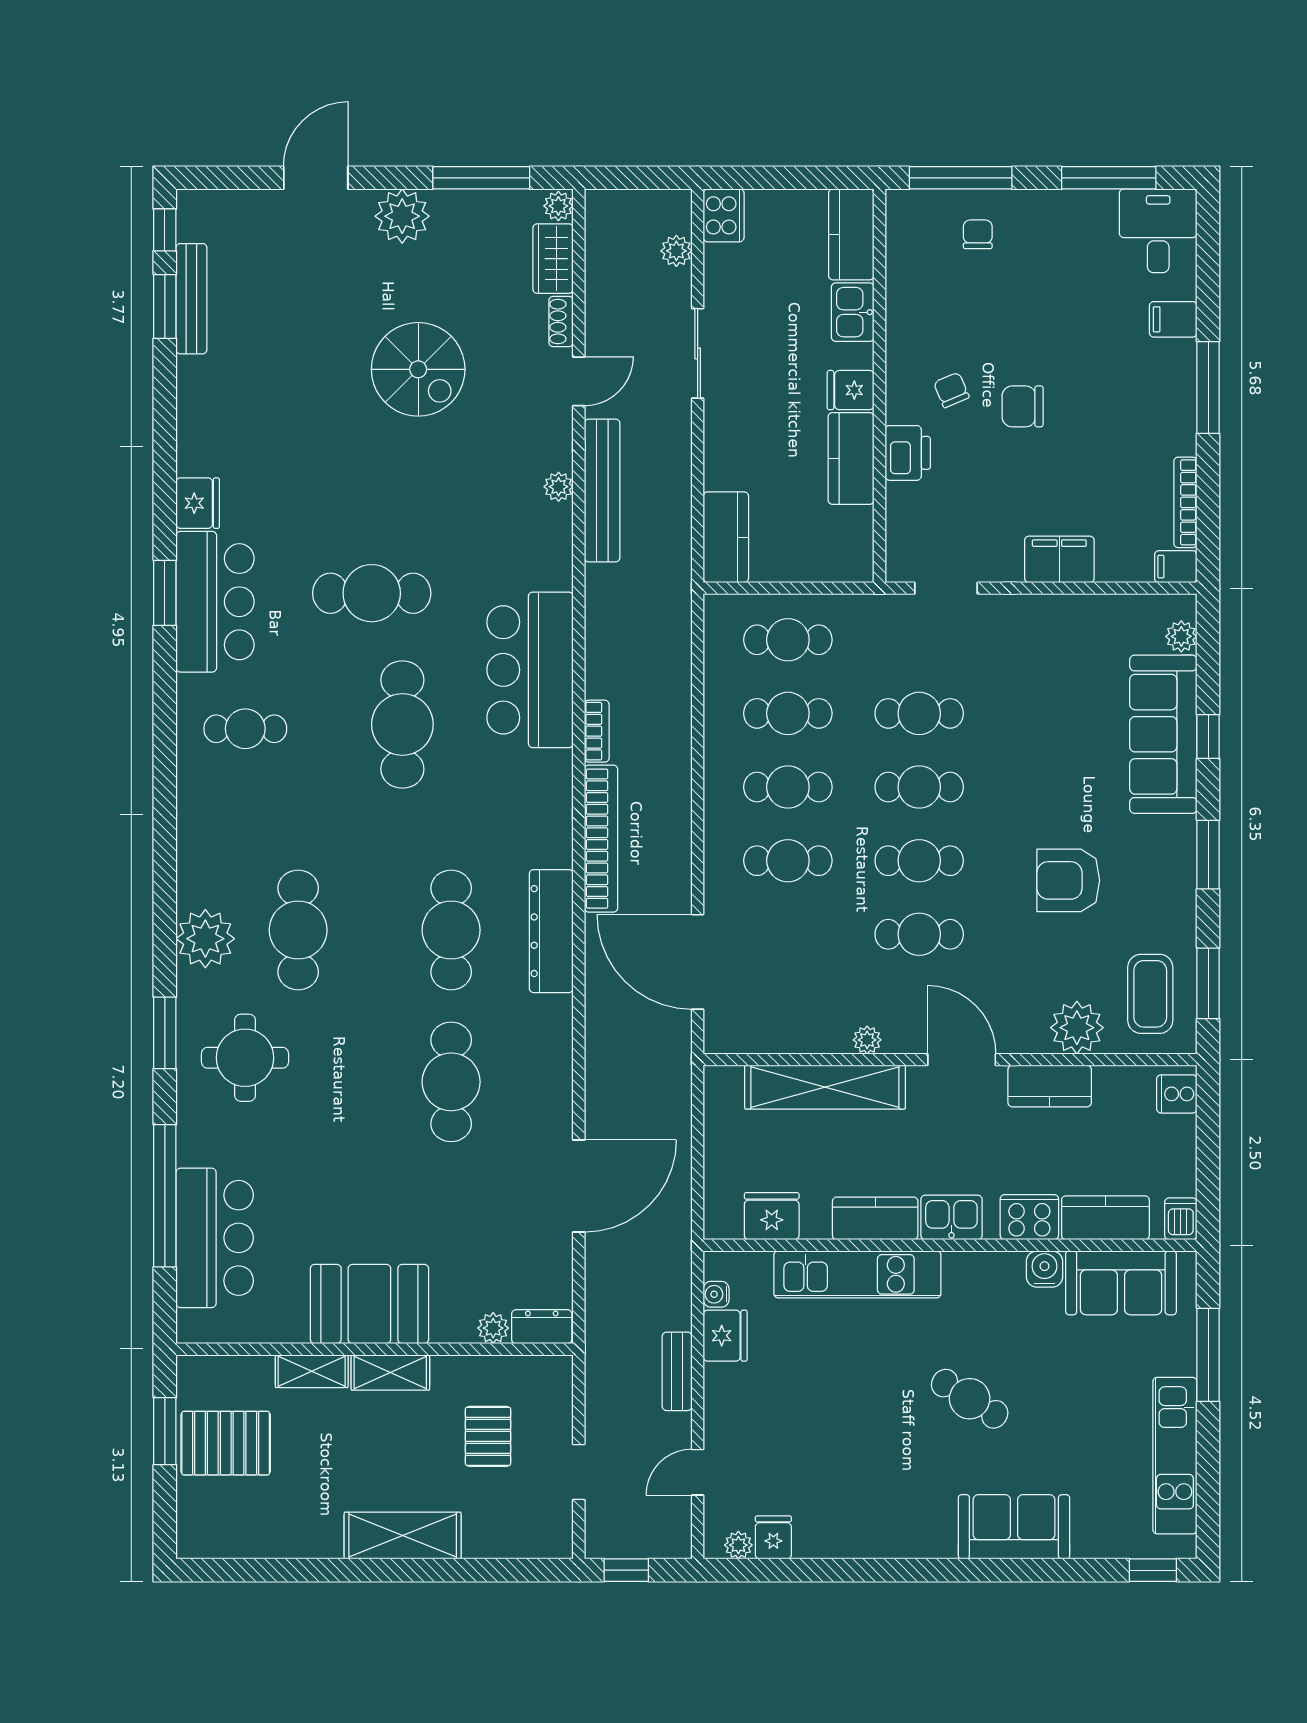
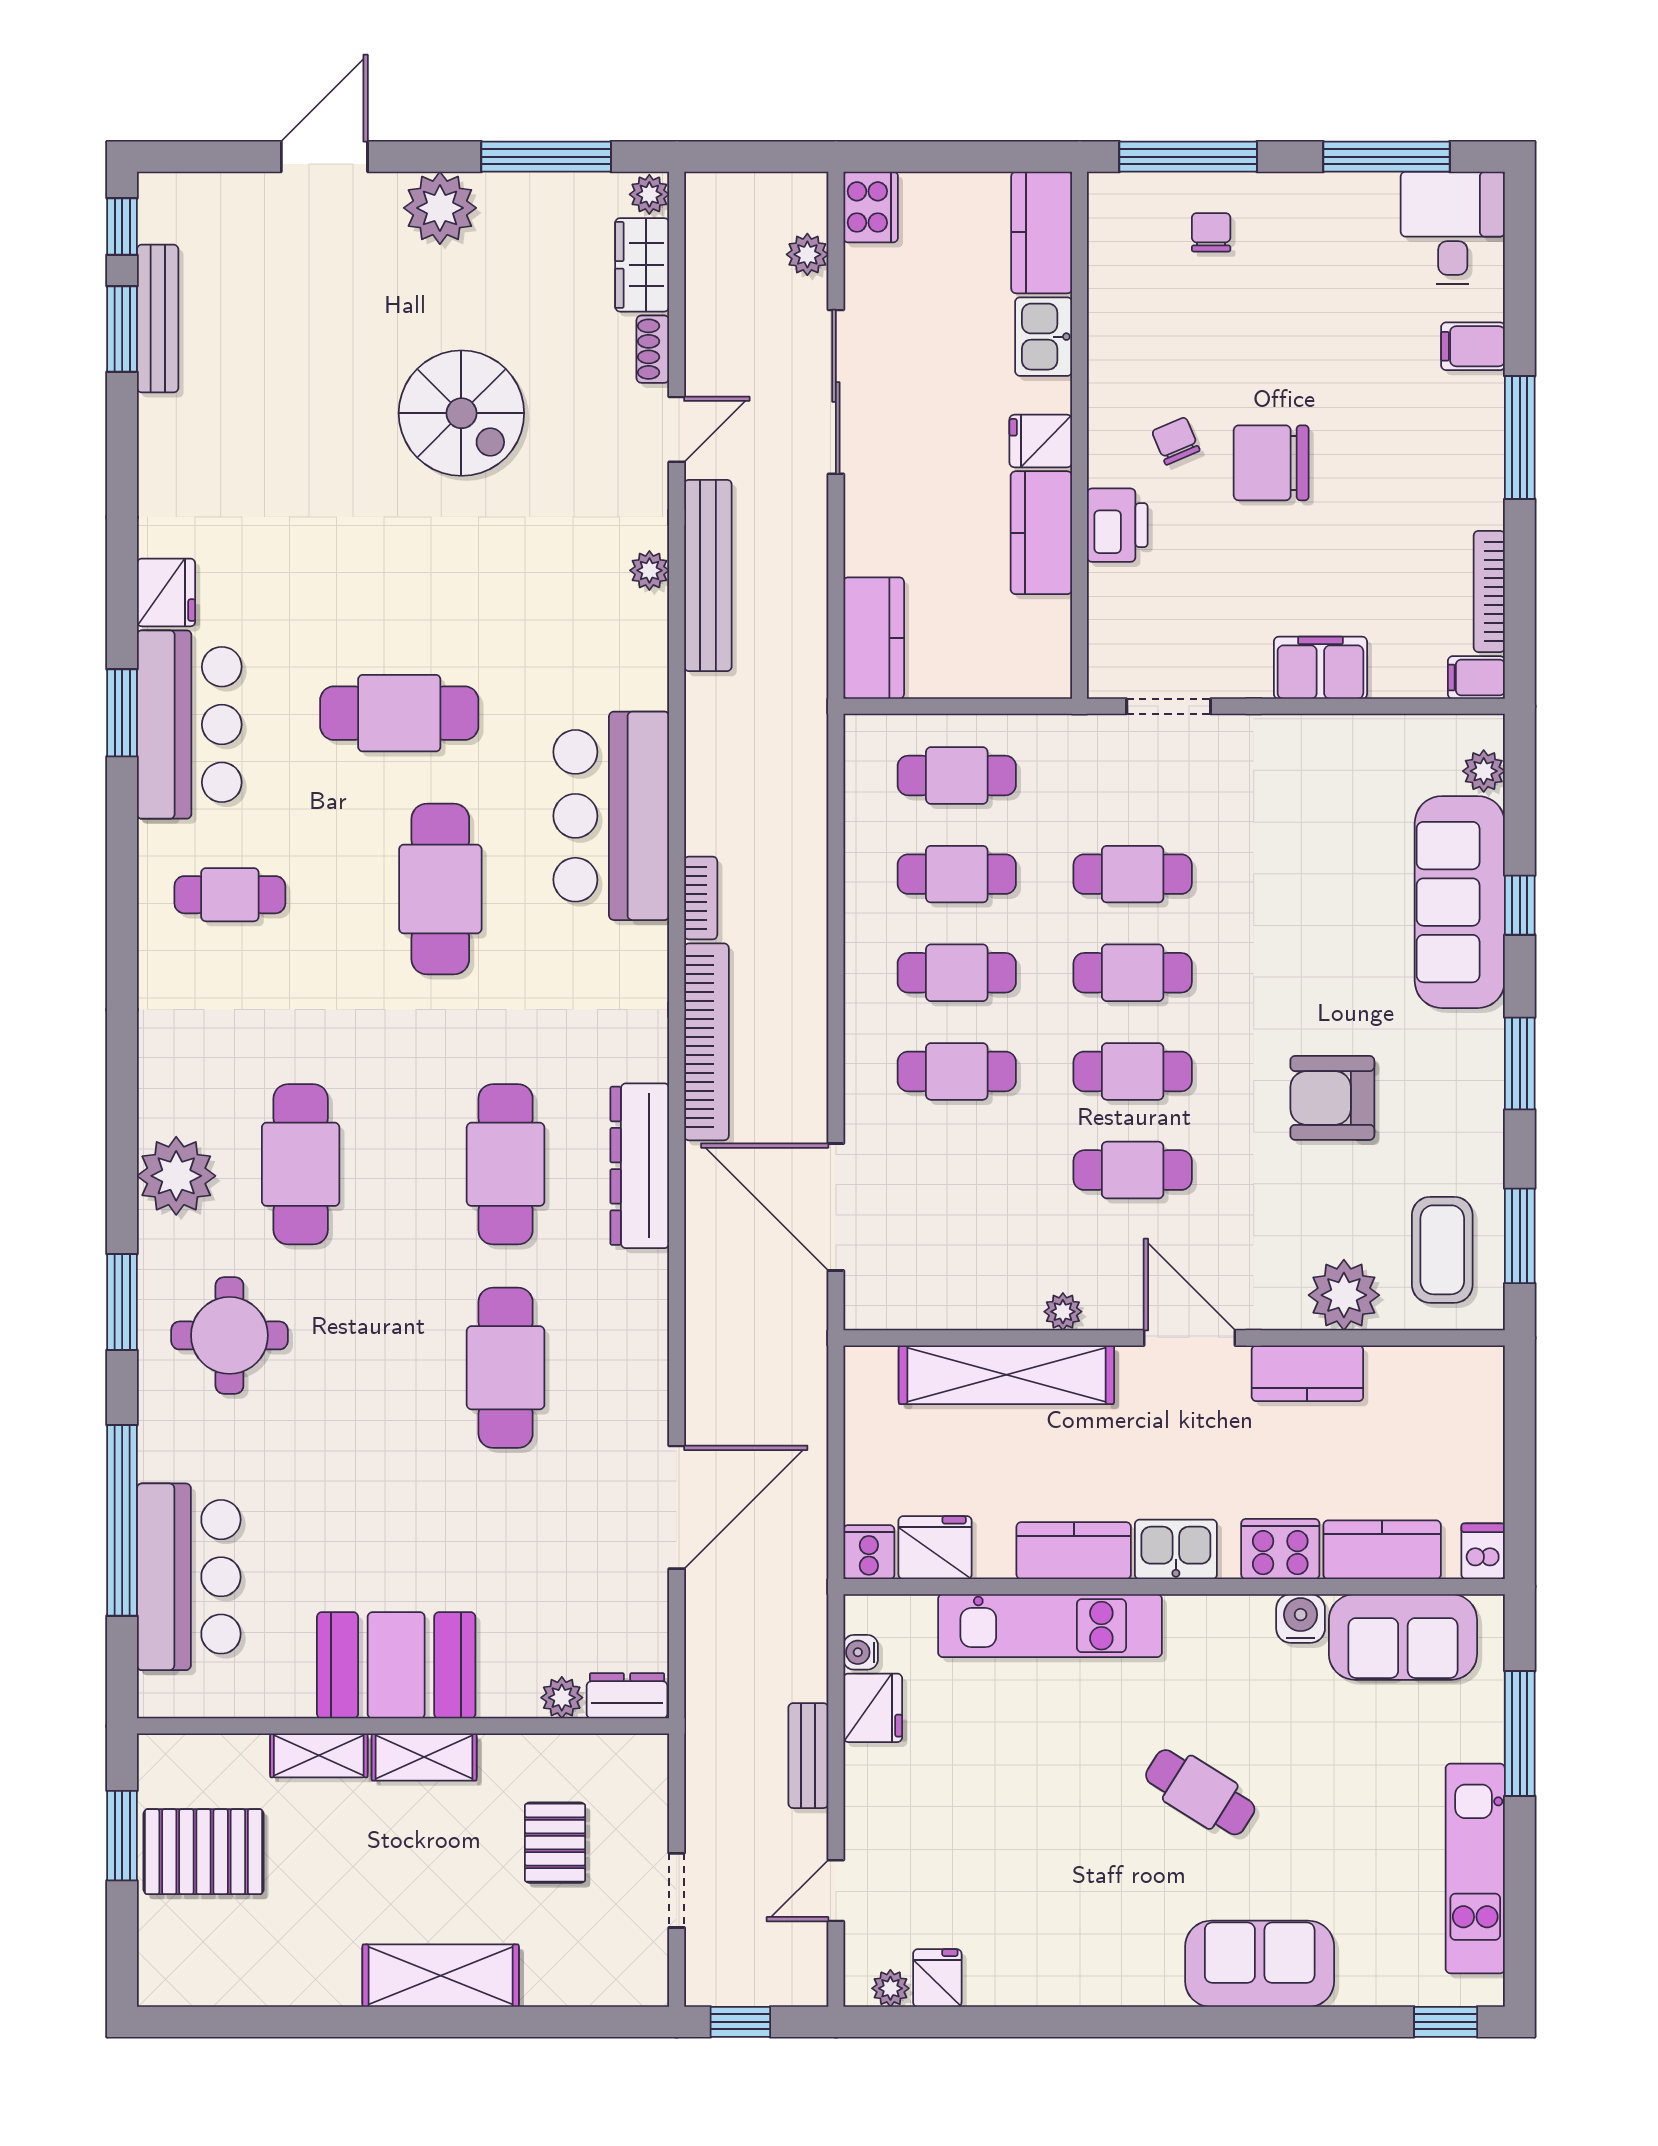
sliding door: (698, 353) -> (836, 392), width x1.37
chair: (1023, 406) -> (1271, 463), width x1.37, depth x1.37
cooker: (1177, 1094) -> (869, 1552), moved, turned 90

